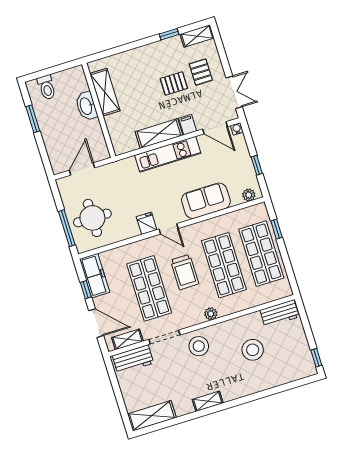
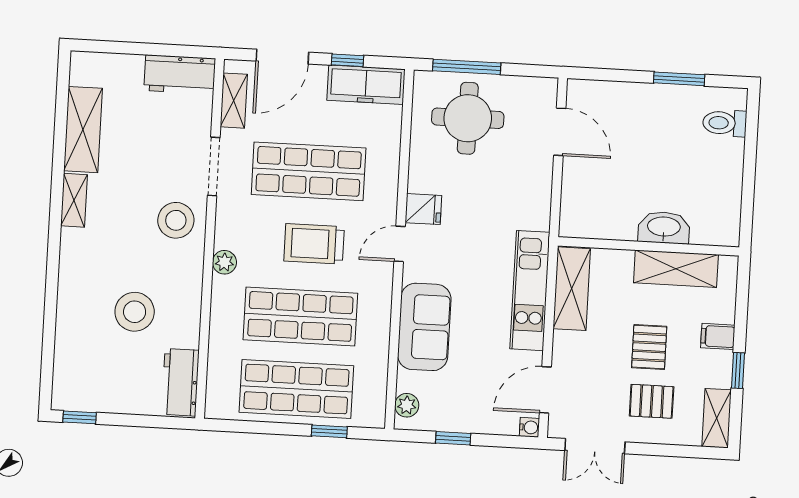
shelving: (105, 92) -> (676, 269), moved
washbasin: (86, 106) -> (664, 227), moved
wall: (99, 110) -> (648, 246), moved
filing cabinet: (188, 125) -> (718, 336), moved, turned 180
workbench: (133, 359) -> (180, 75), moved, turned -90
shelving: (152, 416) -> (83, 130), moved

